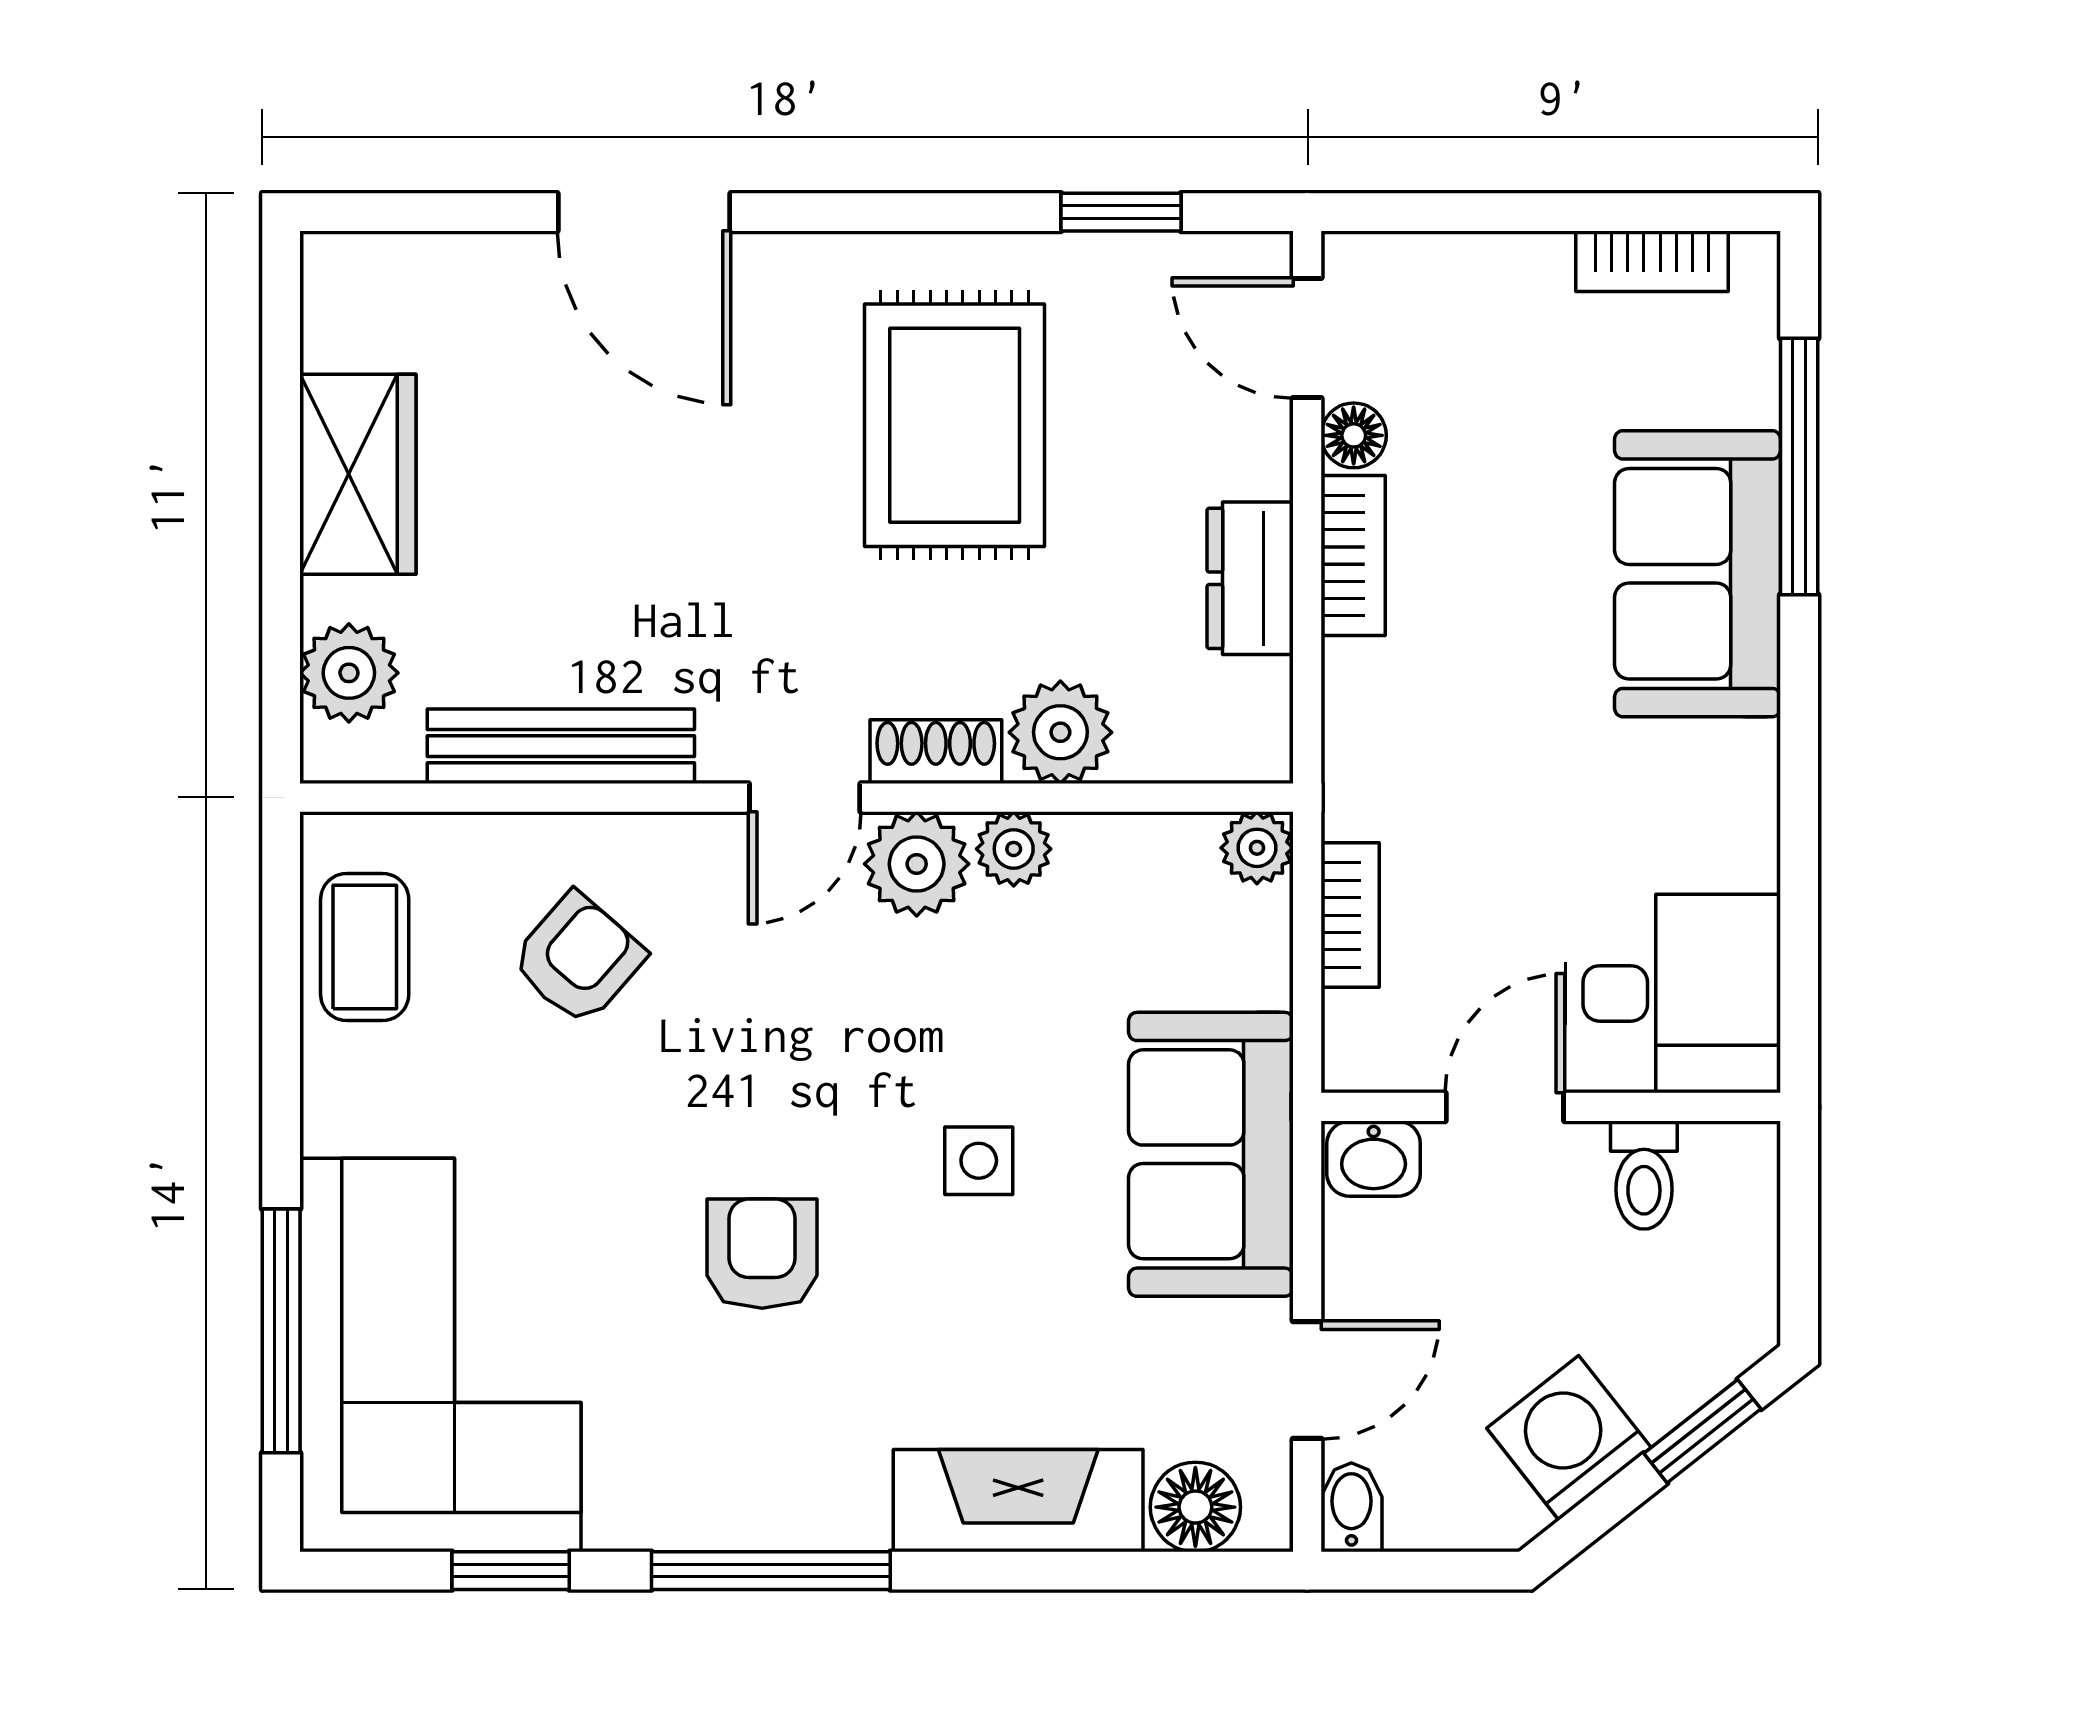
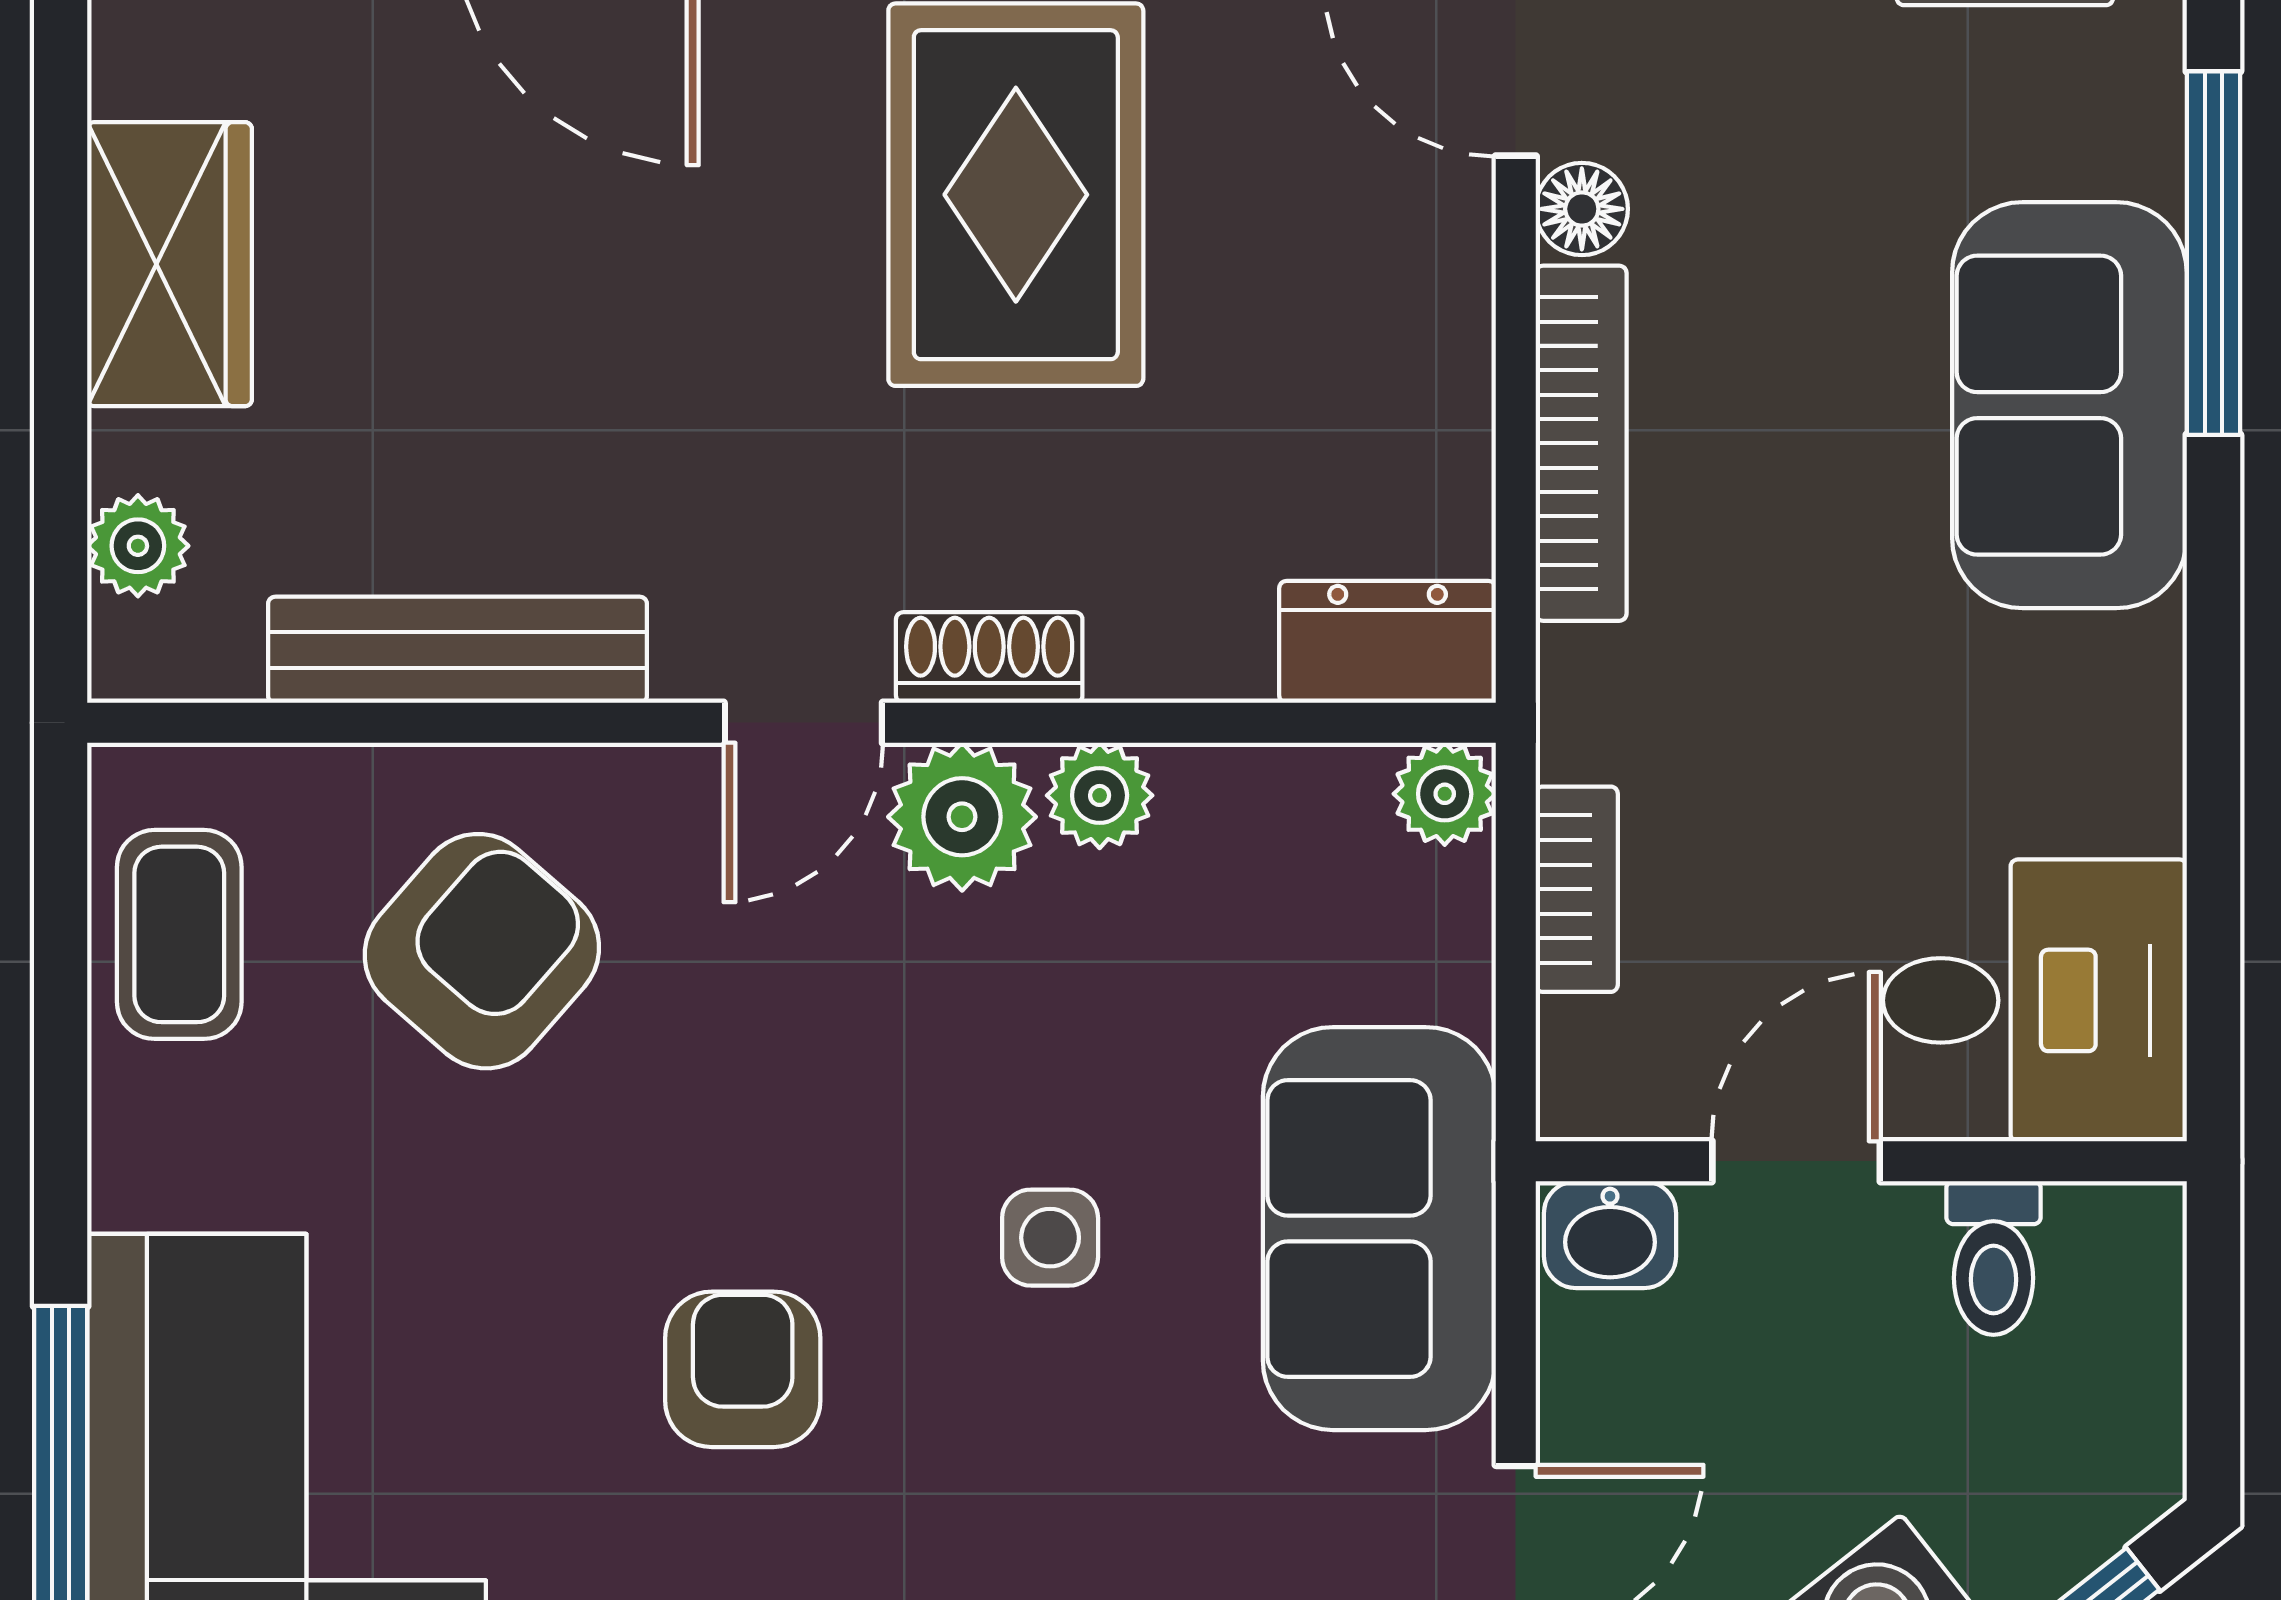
bookcase: (1353, 556) -> (1581, 443), width x1.56
dresser: (1250, 578) -> (1388, 642), moved, turned 90
plant: (349, 673) -> (138, 546), width x0.73, depth x0.73
plant: (1060, 732) -> (1166, 630), removed
armchair: (578, 959) -> (482, 951), width x1.38, depth x1.38

